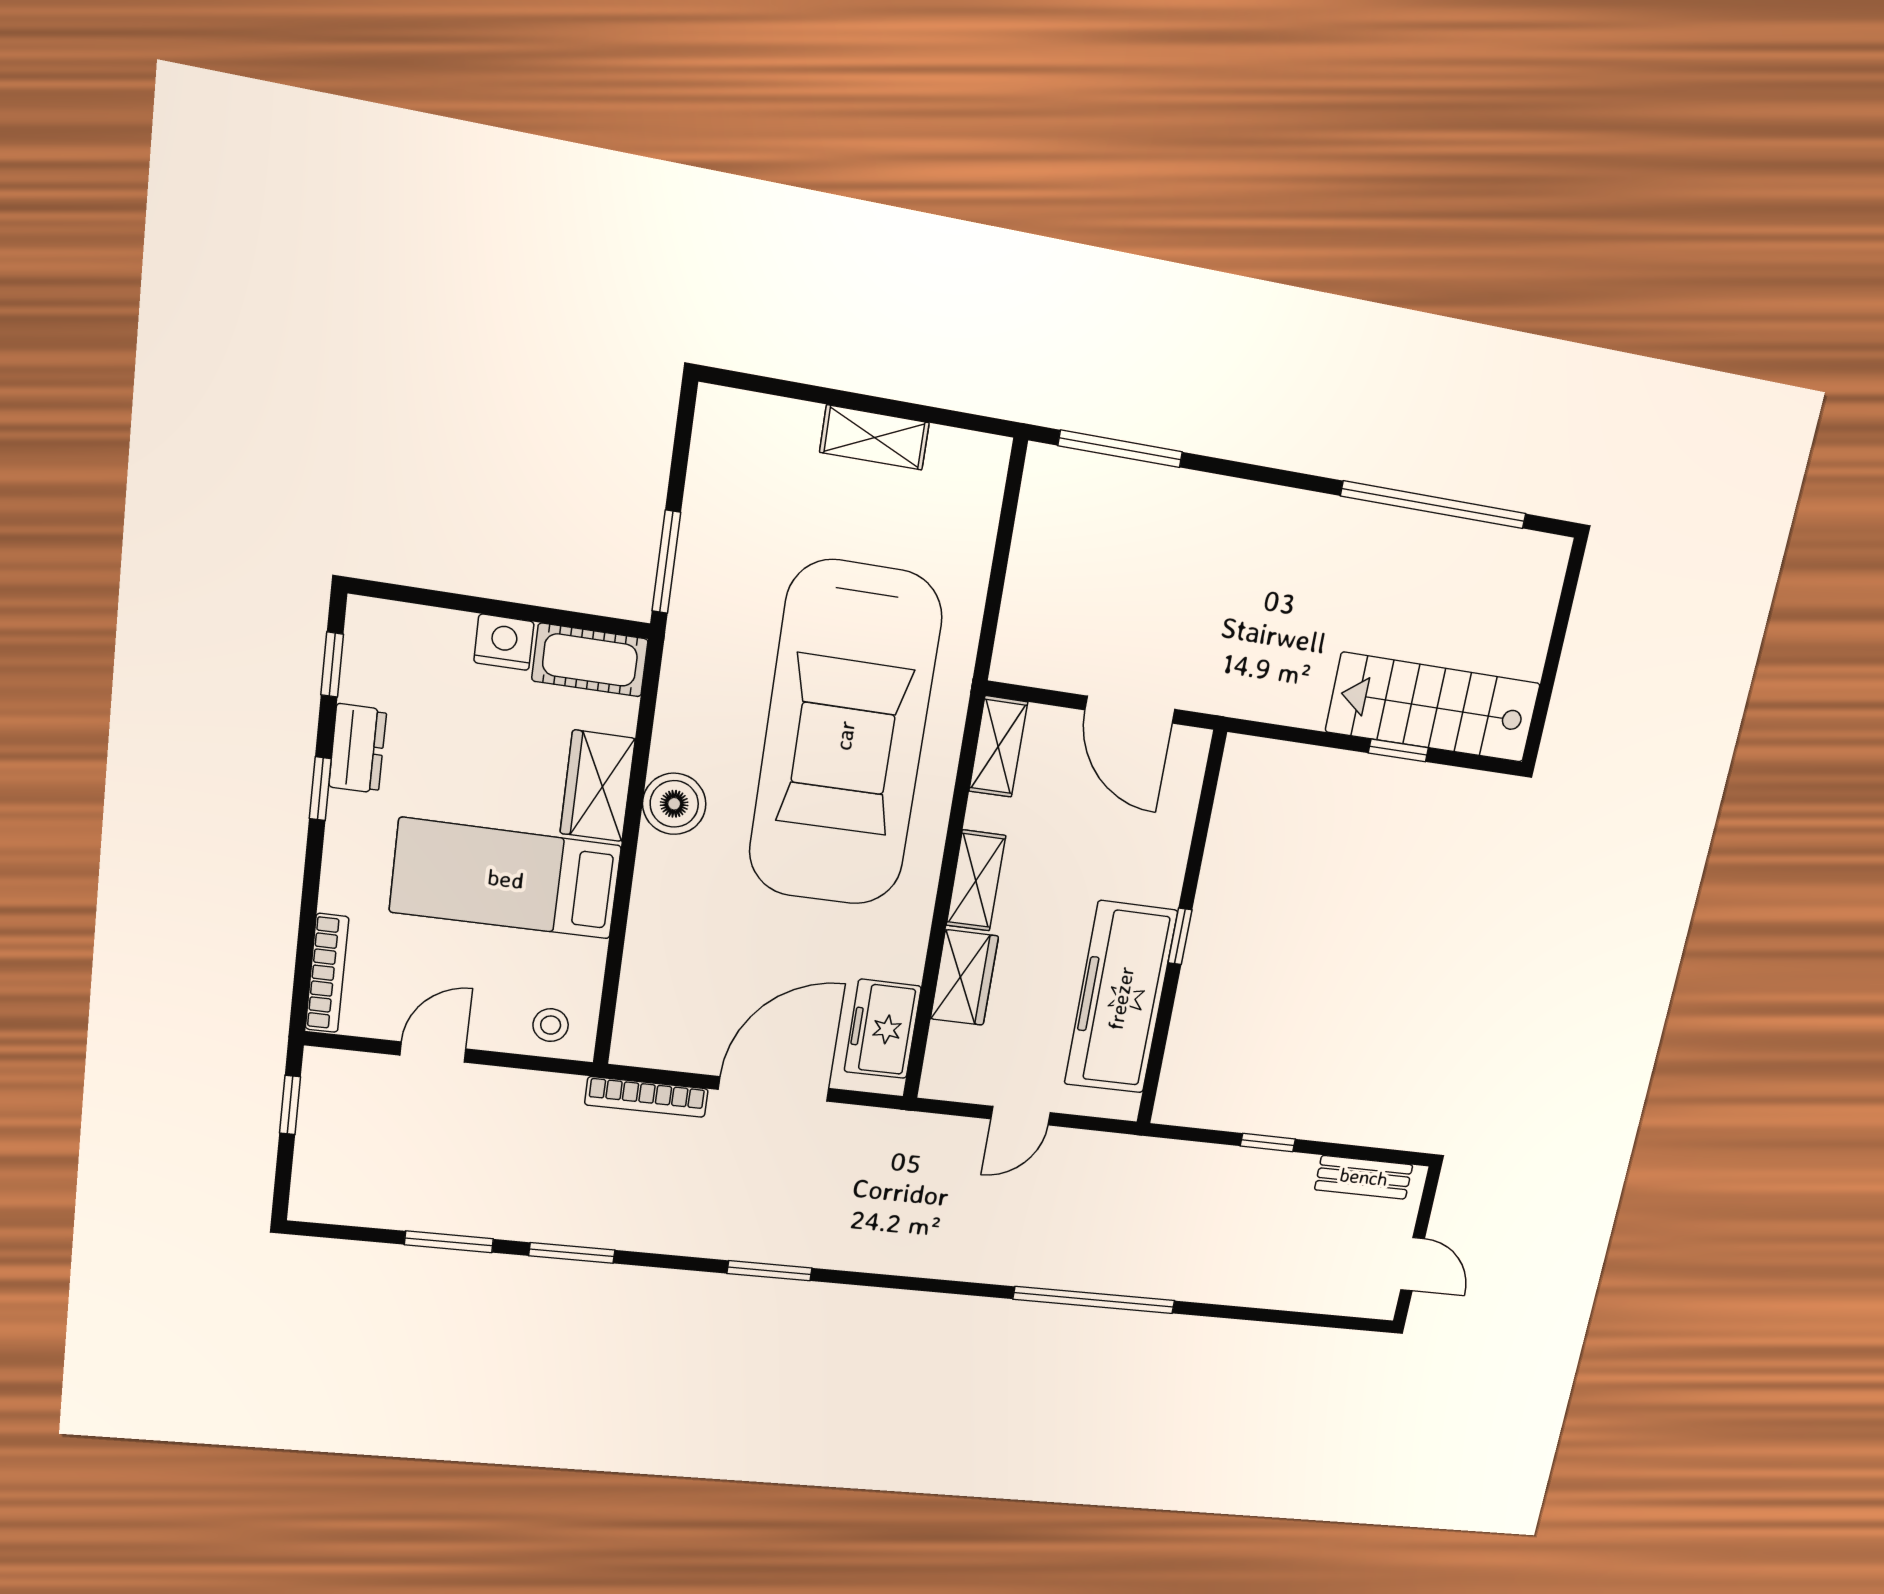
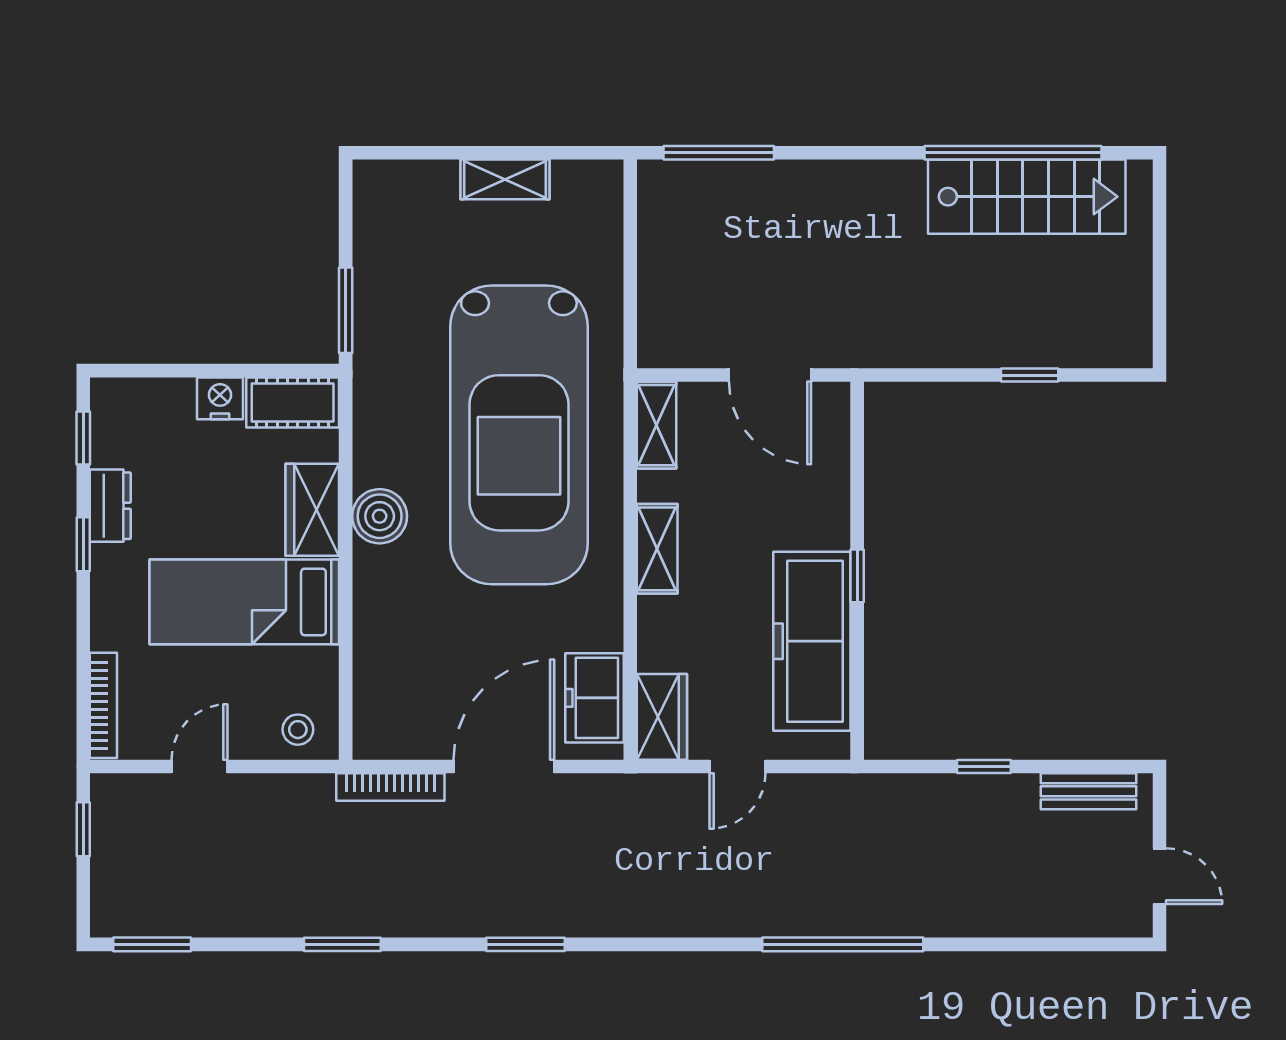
stairs: (1433, 707) -> (1027, 197), moved, turned 180
wardrobe: (964, 978) -> (662, 717), moved
window: (449, 1242) -> (152, 944), moved

